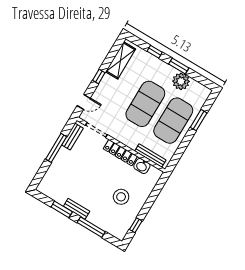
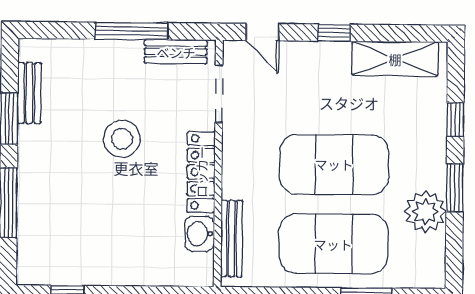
stool: (121, 197) -> (122, 139), moved
bench: (77, 209) -> (29, 93), moved

